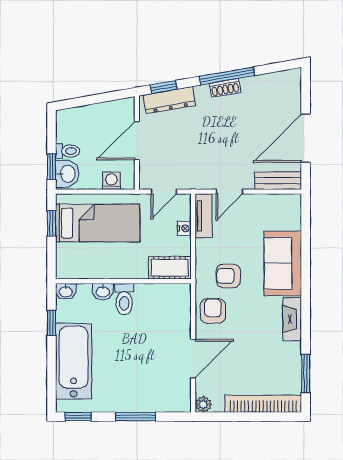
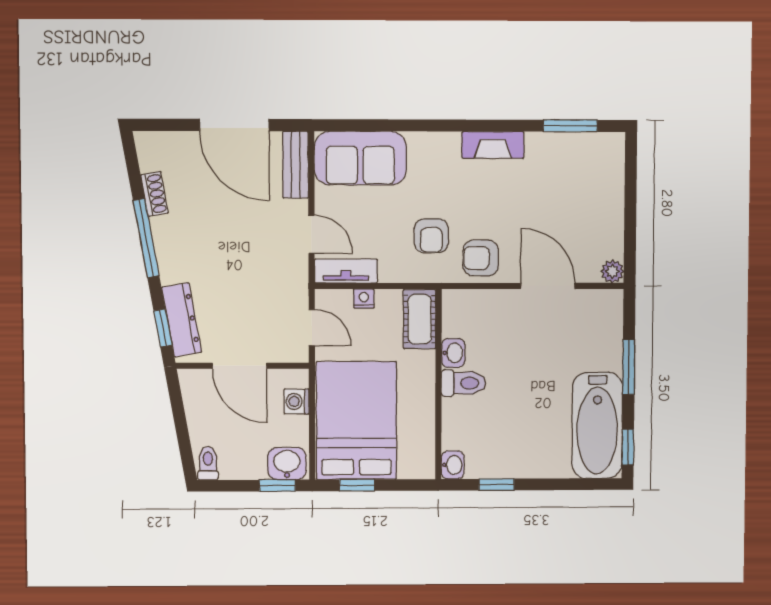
shoe rack: (225, 88) -> (154, 194), moved
toilet: (68, 151) -> (208, 463), moved
bed: (98, 223) -> (356, 421), width x1.50
sofa: (283, 263) -> (360, 158), moved
washbasin: (103, 292) -> (453, 353), moved
bathtub: (74, 361) -> (597, 425), moved, turned -90
bookcase: (263, 404) -> (613, 186), removed

